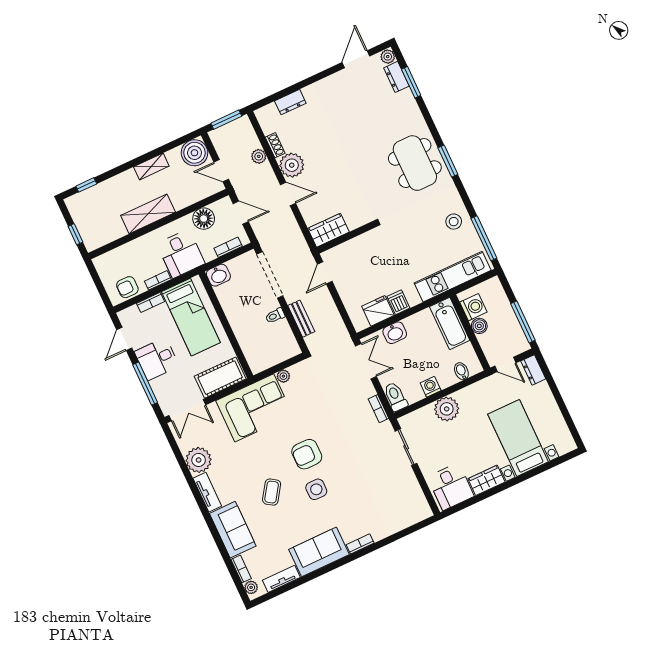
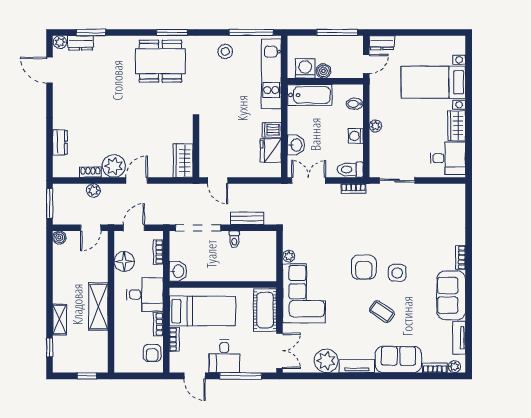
boiler: (195, 153) -> (59, 238), width x0.54, depth x0.54
shelving: (151, 166) -> (60, 320), moved
plant: (447, 409) -> (375, 126), width x0.53, depth x0.53

